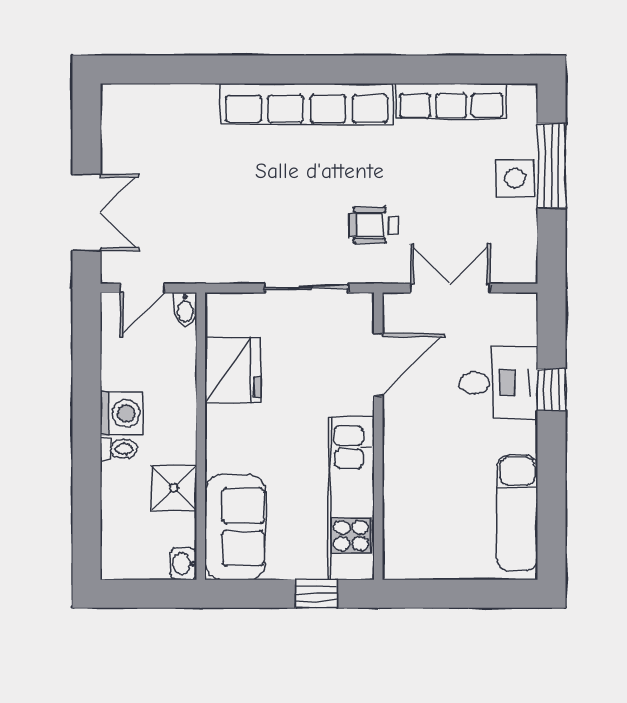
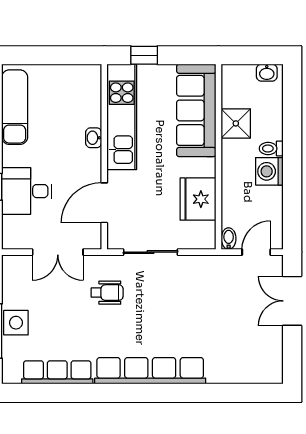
washbasin: (395, 466) -> (94, 138), added
sofa: (235, 527) -> (196, 110), width x1.36
washbasin: (183, 564) -> (267, 73), moved, turned 90

